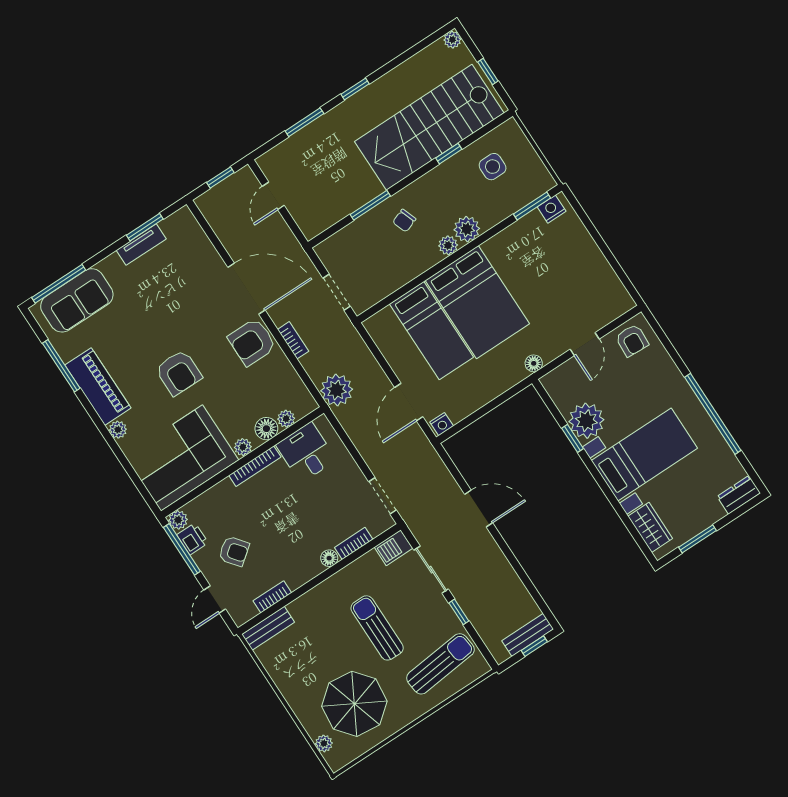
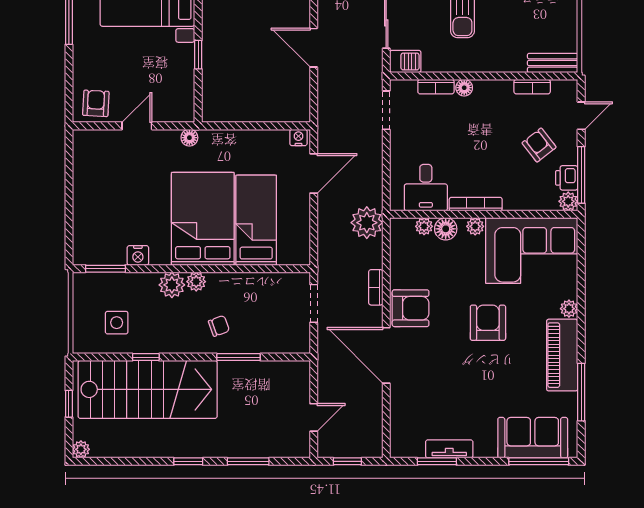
nightstand: (552, 209) -> (138, 255), moved
plant: (586, 421) -> (177, 62), removed

